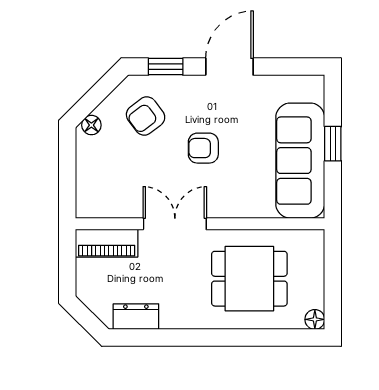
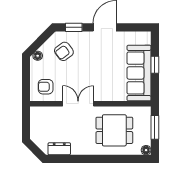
armchair: (203, 148) -> (46, 87), moved
piano: (107, 243) -> (45, 113), removed
window: (333, 272) -> (155, 127), added

